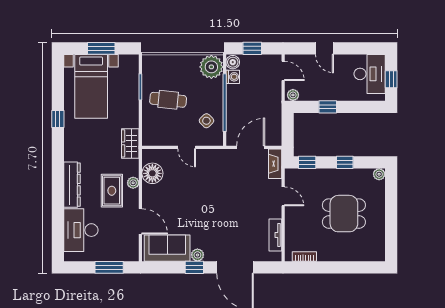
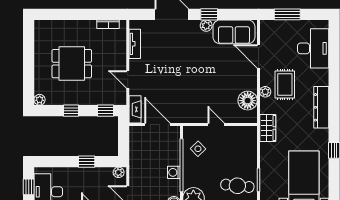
washing machine: (233, 77) -> (174, 172), moved
cafe table: (168, 100) -> (237, 186), moved
door: (251, 147) -> (157, 124), swing flipped
dresser: (72, 185) -> (321, 107), moved

